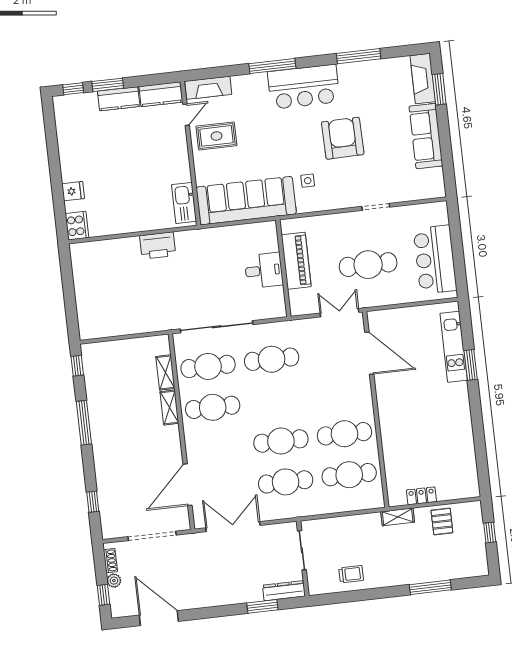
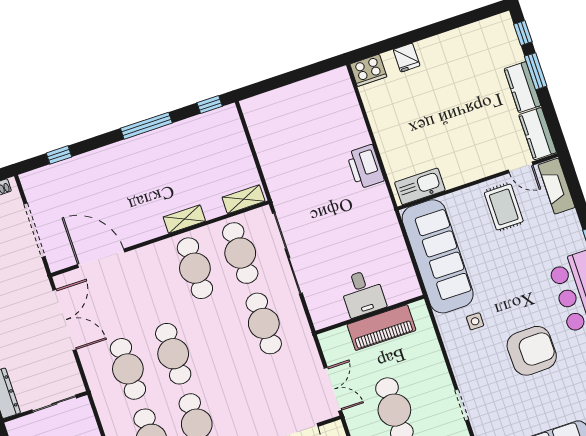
shelving: (165, 372) -> (243, 199), moved

